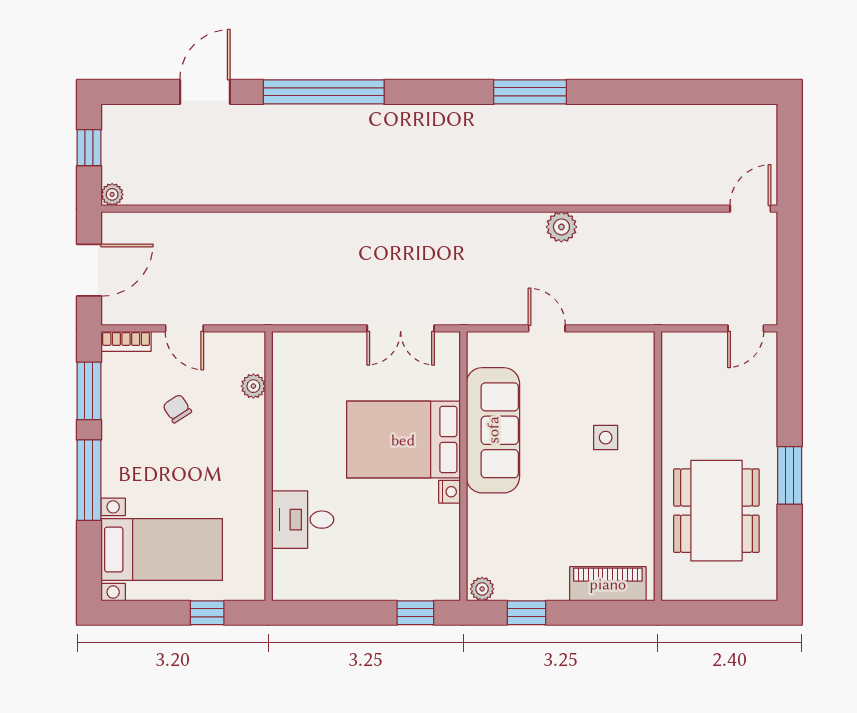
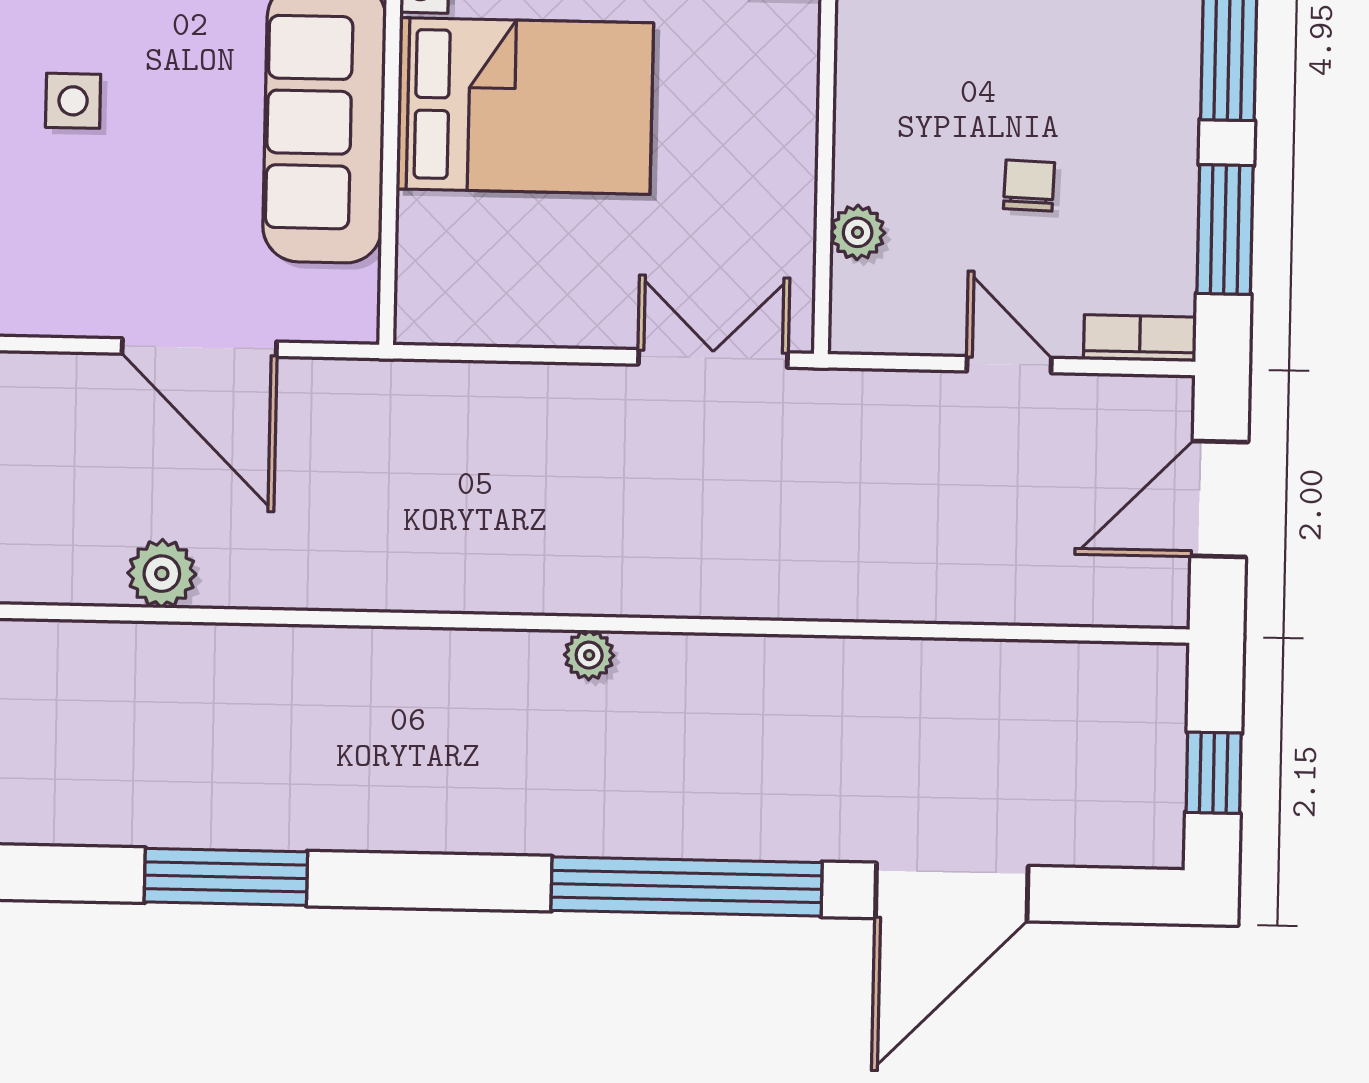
door: (205, 92) -> (952, 892), width x1.36
plant: (112, 194) -> (589, 655), moved
double door: (401, 328) -> (713, 358), moved
door: (547, 328) -> (199, 348), width x1.88
chair: (177, 409) -> (1029, 186), turned -145

